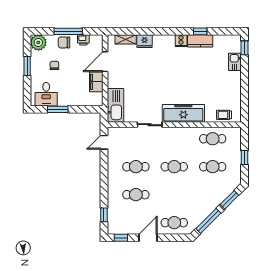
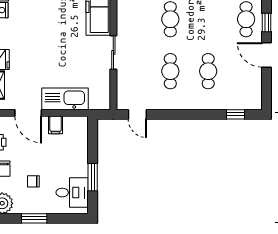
filing cabinet: (96, 82) -> (56, 125), width x0.50
kitchen sink: (115, 105) -> (65, 99), moved
window: (121, 238) -> (267, 22), moved

